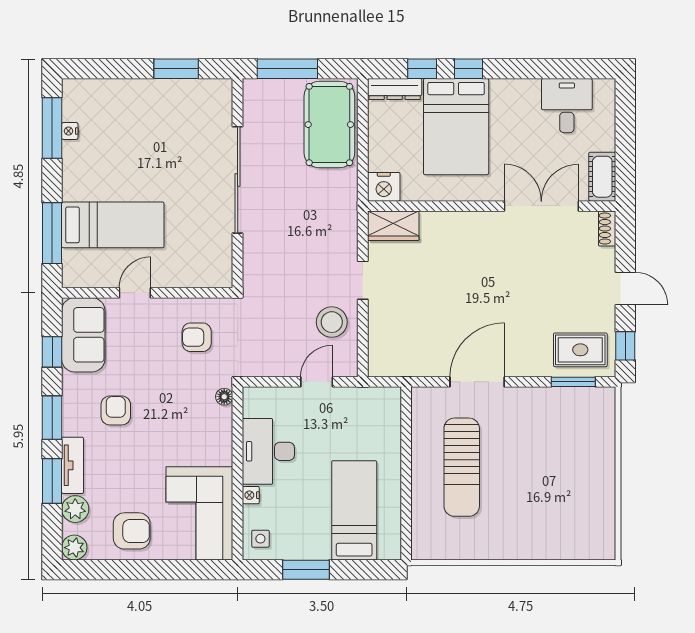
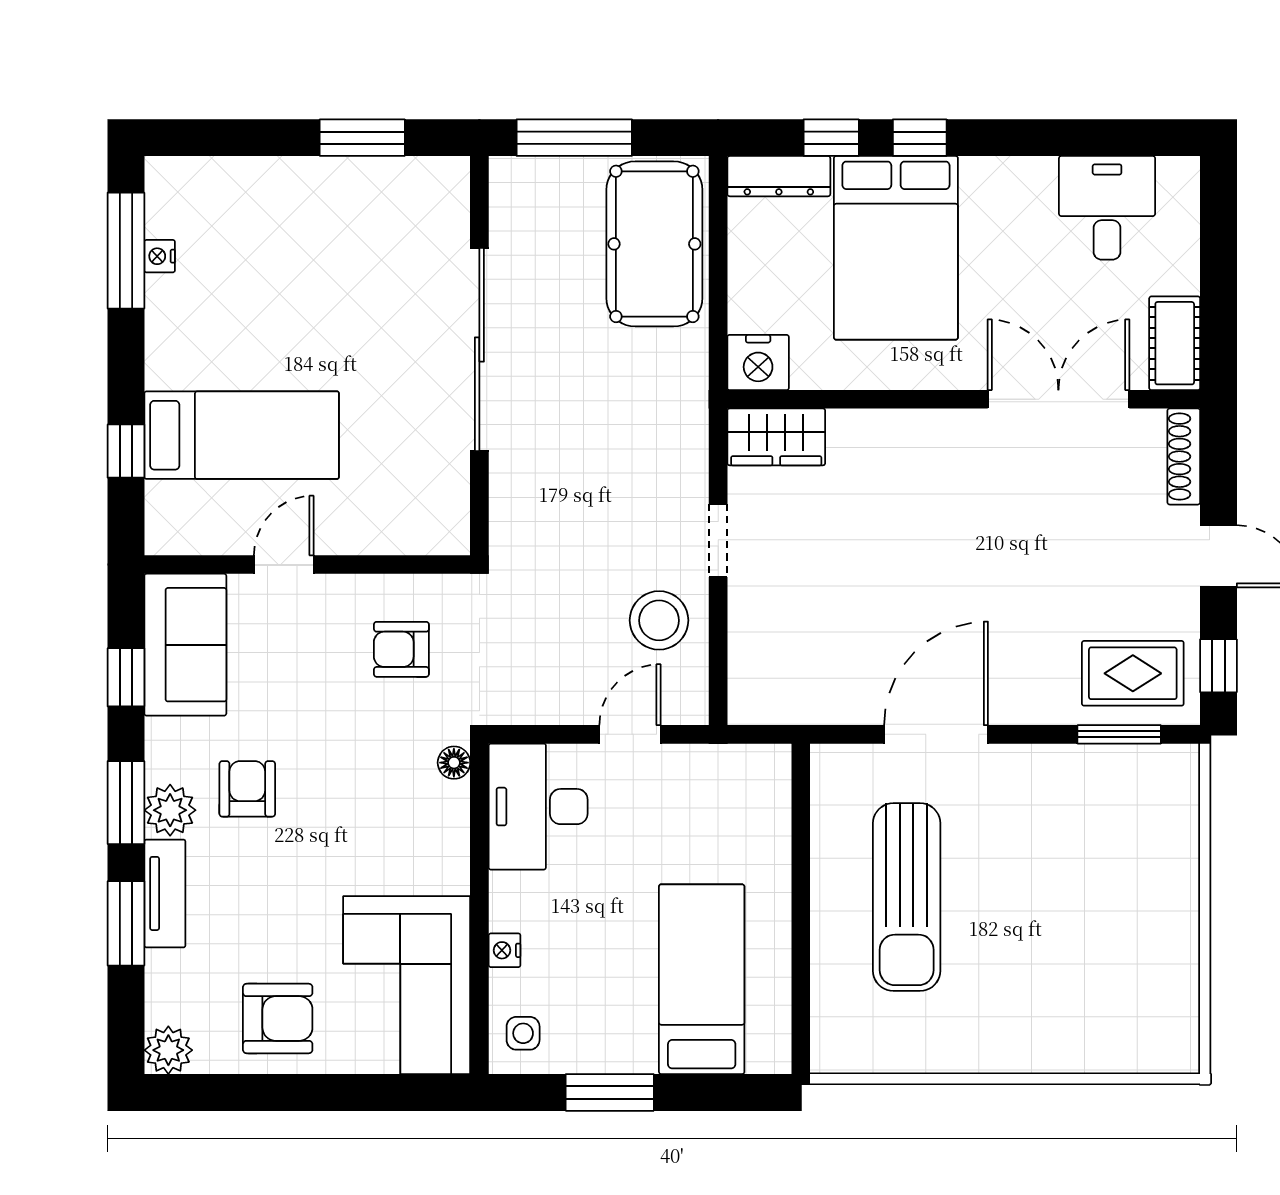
shoe rack: (607, 229) -> (1184, 456), width x1.43
window: (52, 233) -> (126, 451), width x0.46
desk: (268, 451) -> (538, 807), moved
plant: (75, 509) -> (170, 810), moved

